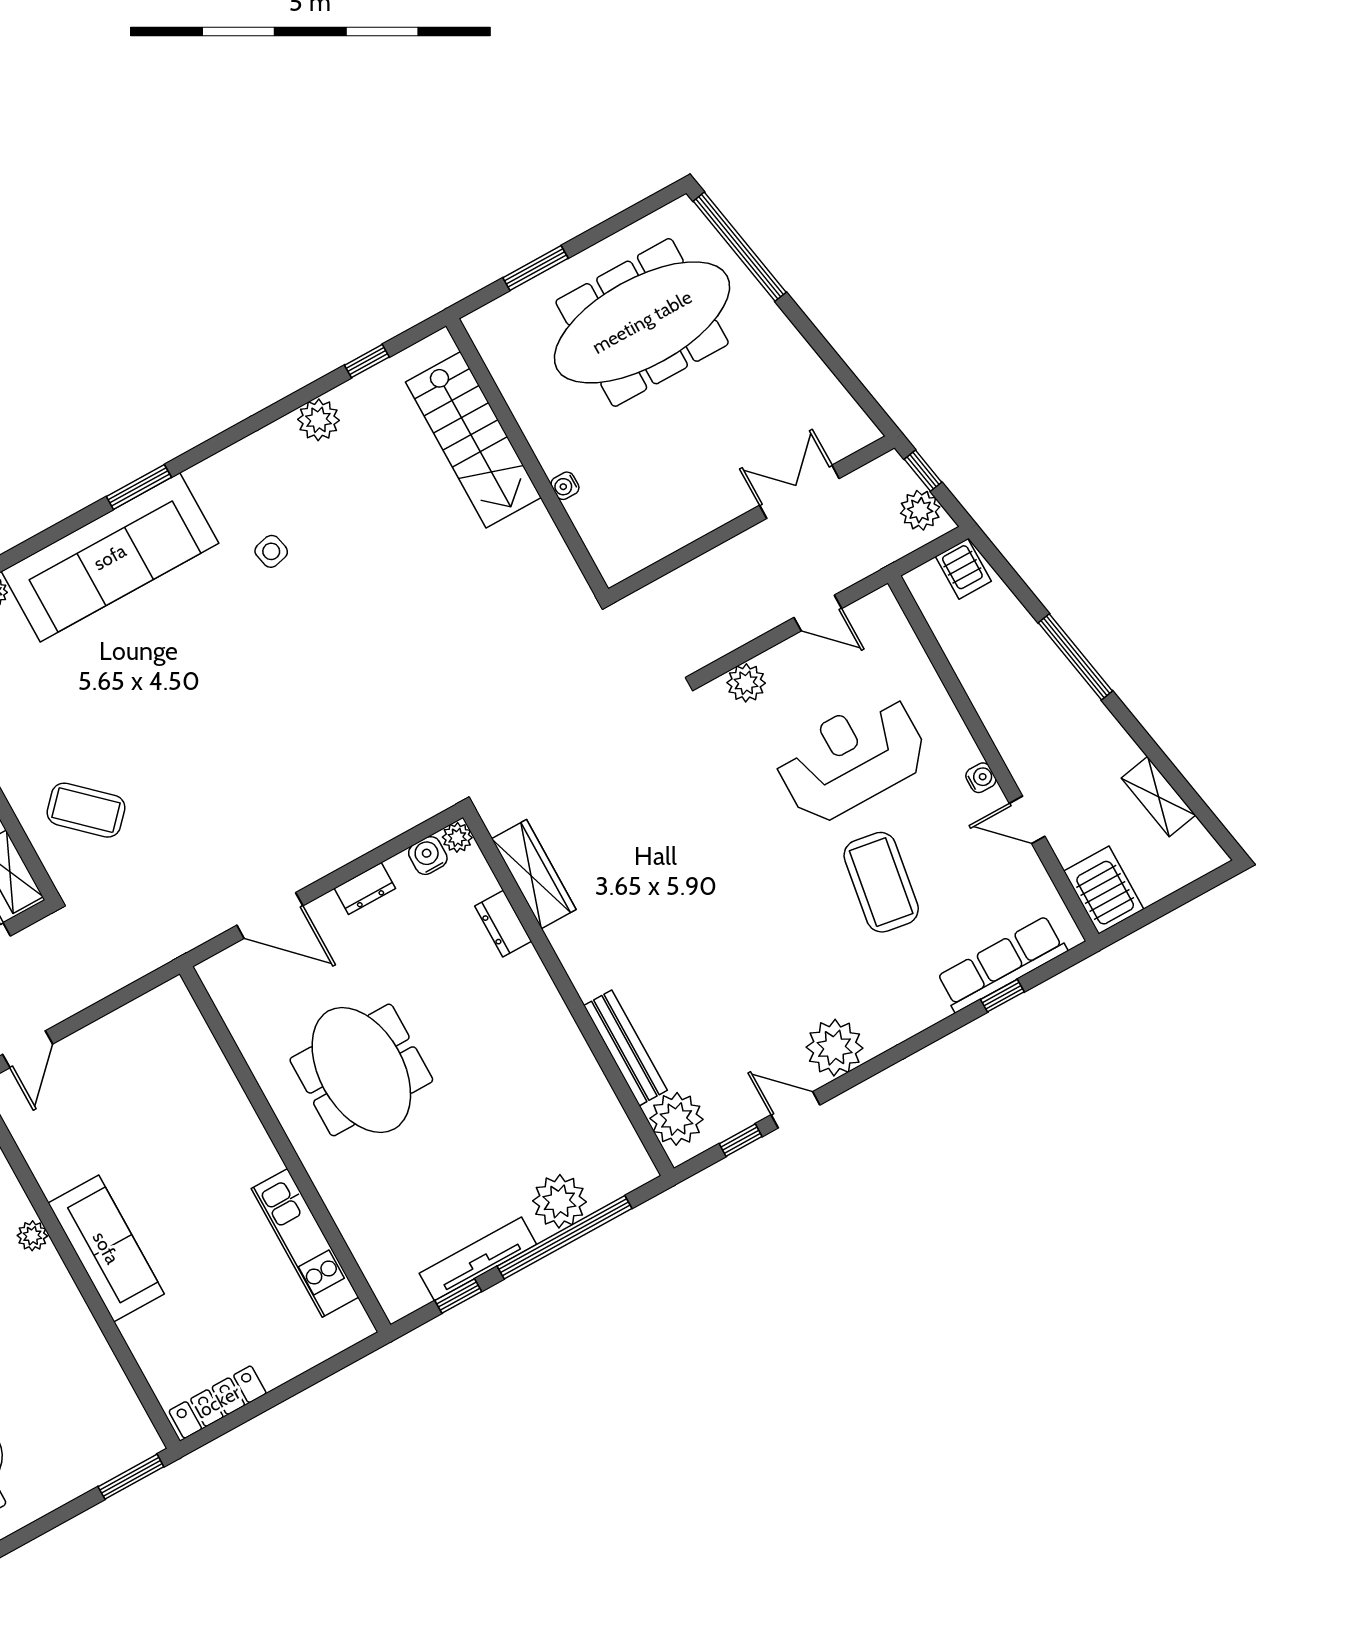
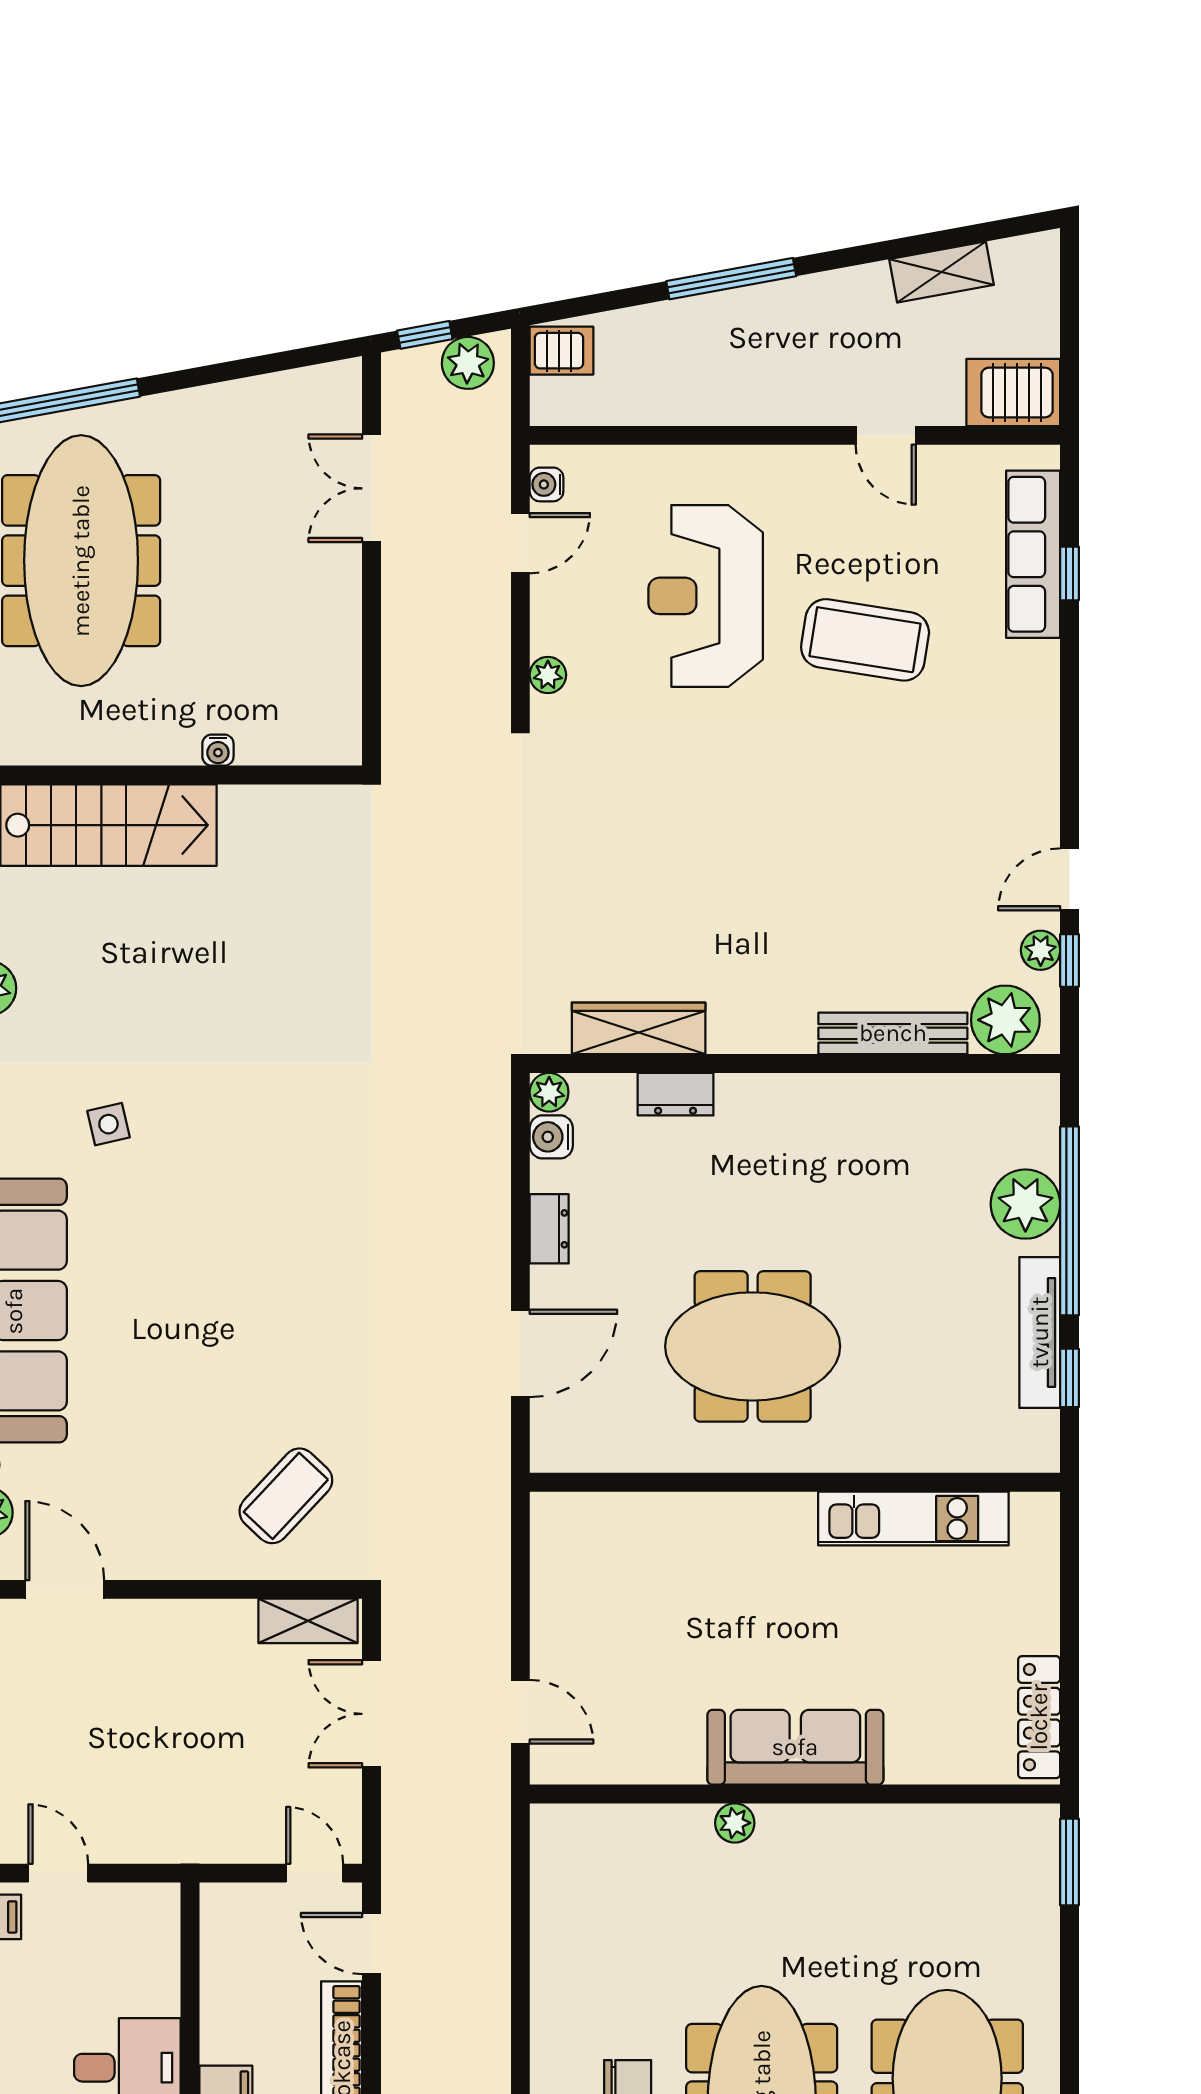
plant: (746, 683) -> (548, 675), width x0.73, depth x0.73
water cooler: (981, 778) -> (547, 484), moved, turned -90
door: (1027, 820) -> (886, 435), hinge flipped
plant: (835, 1048) -> (1041, 950), moved, width x0.53, depth x0.53

